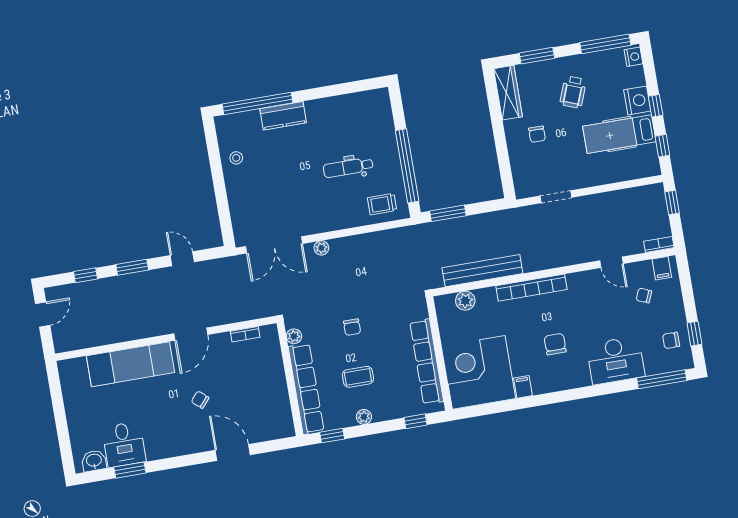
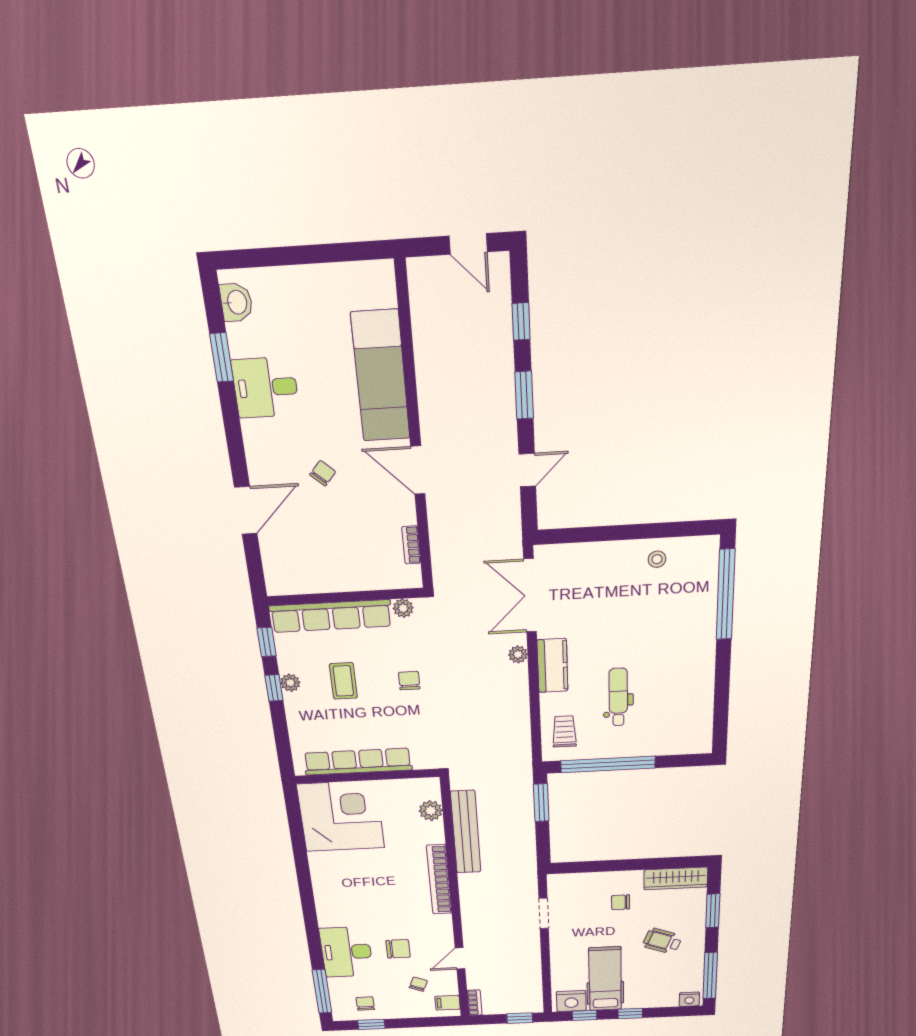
nightstand: (637, 100) -> (571, 1001), moved
kitchen counter: (283, 116) -> (552, 666), moved, turned 180
chair: (352, 327) -> (409, 681), turned 90
chair: (555, 344) -> (398, 949), moved
filing cabinet: (523, 387) -> (320, 860), removed
window: (415, 421) -> (274, 688), moved
desk: (124, 444) -> (266, 387), moved

